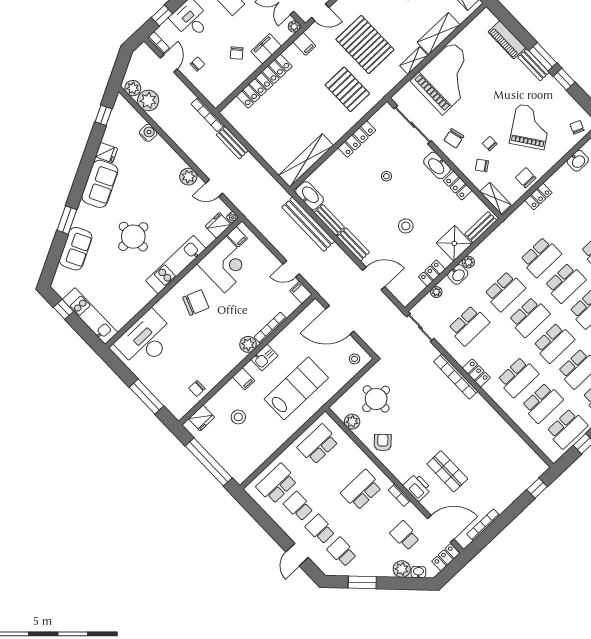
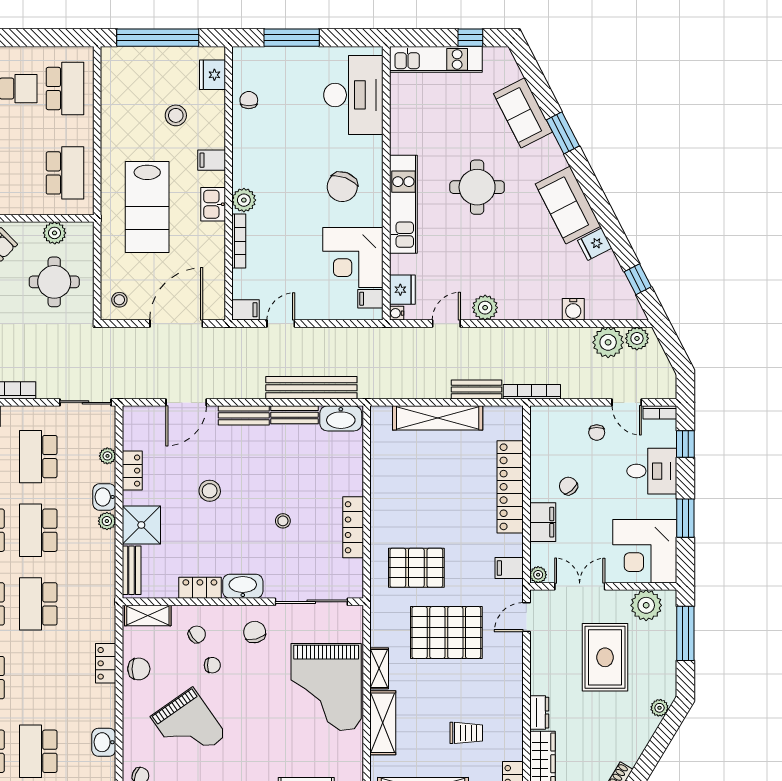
shelving: (306, 160) -> (438, 418), moved, turned 90

